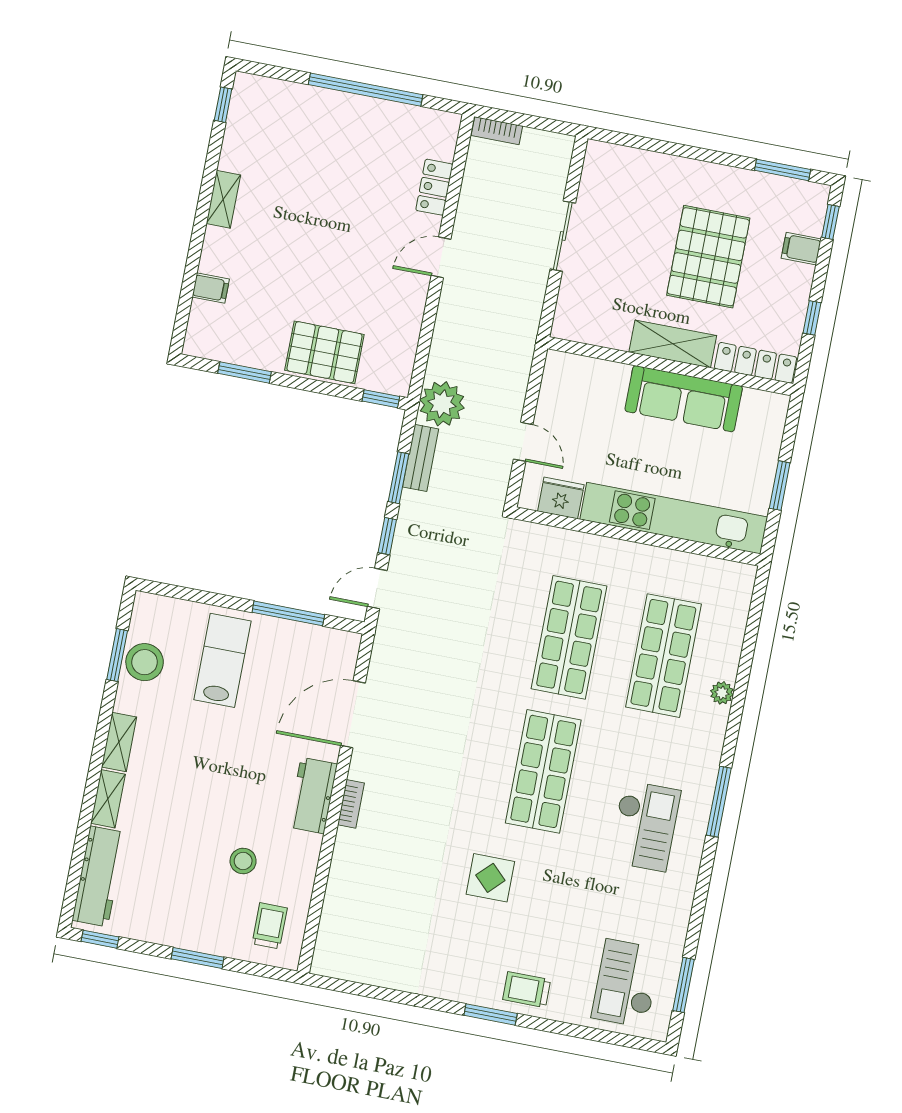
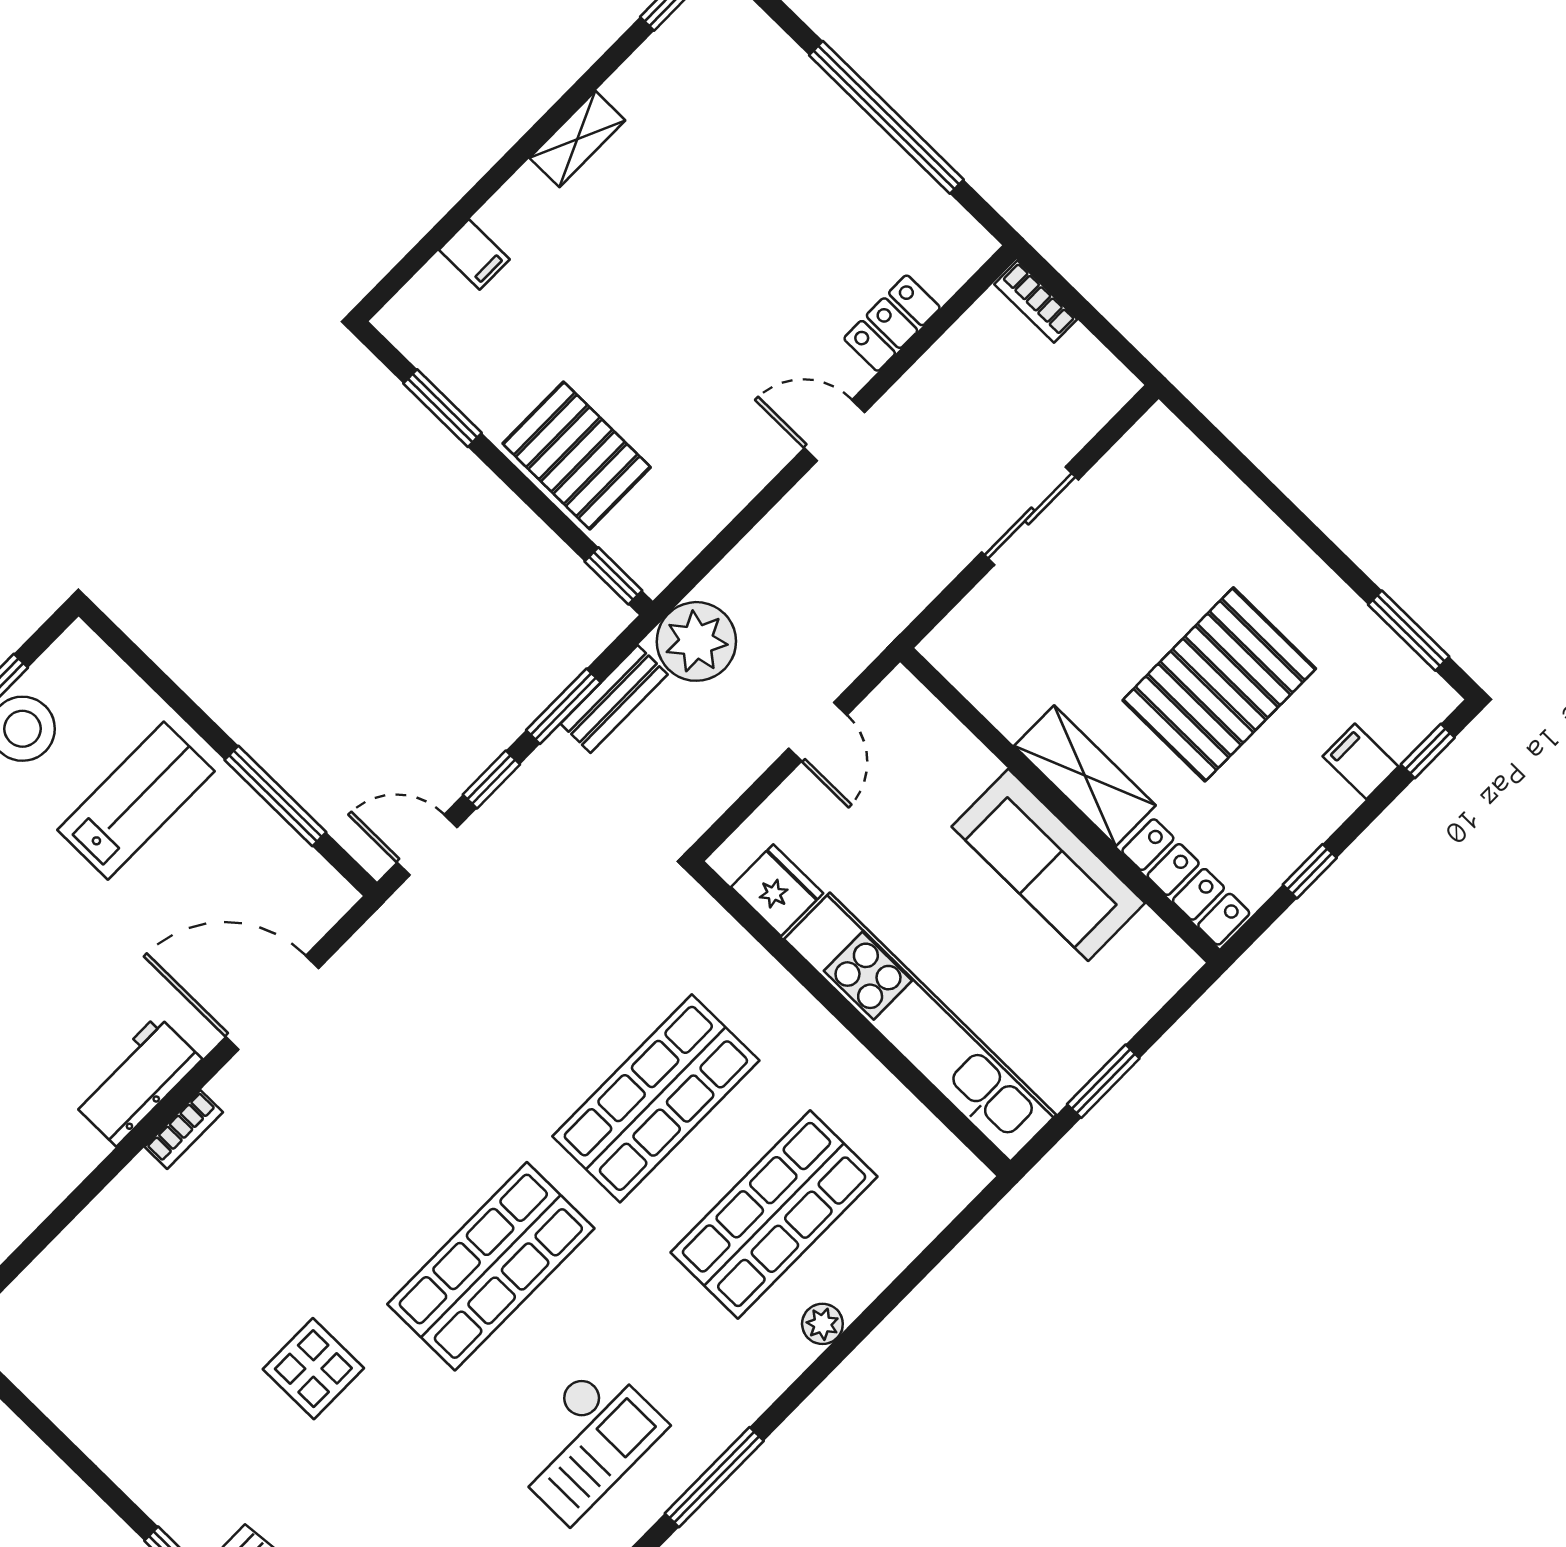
door: (523, 442) -> (818, 732), moved

